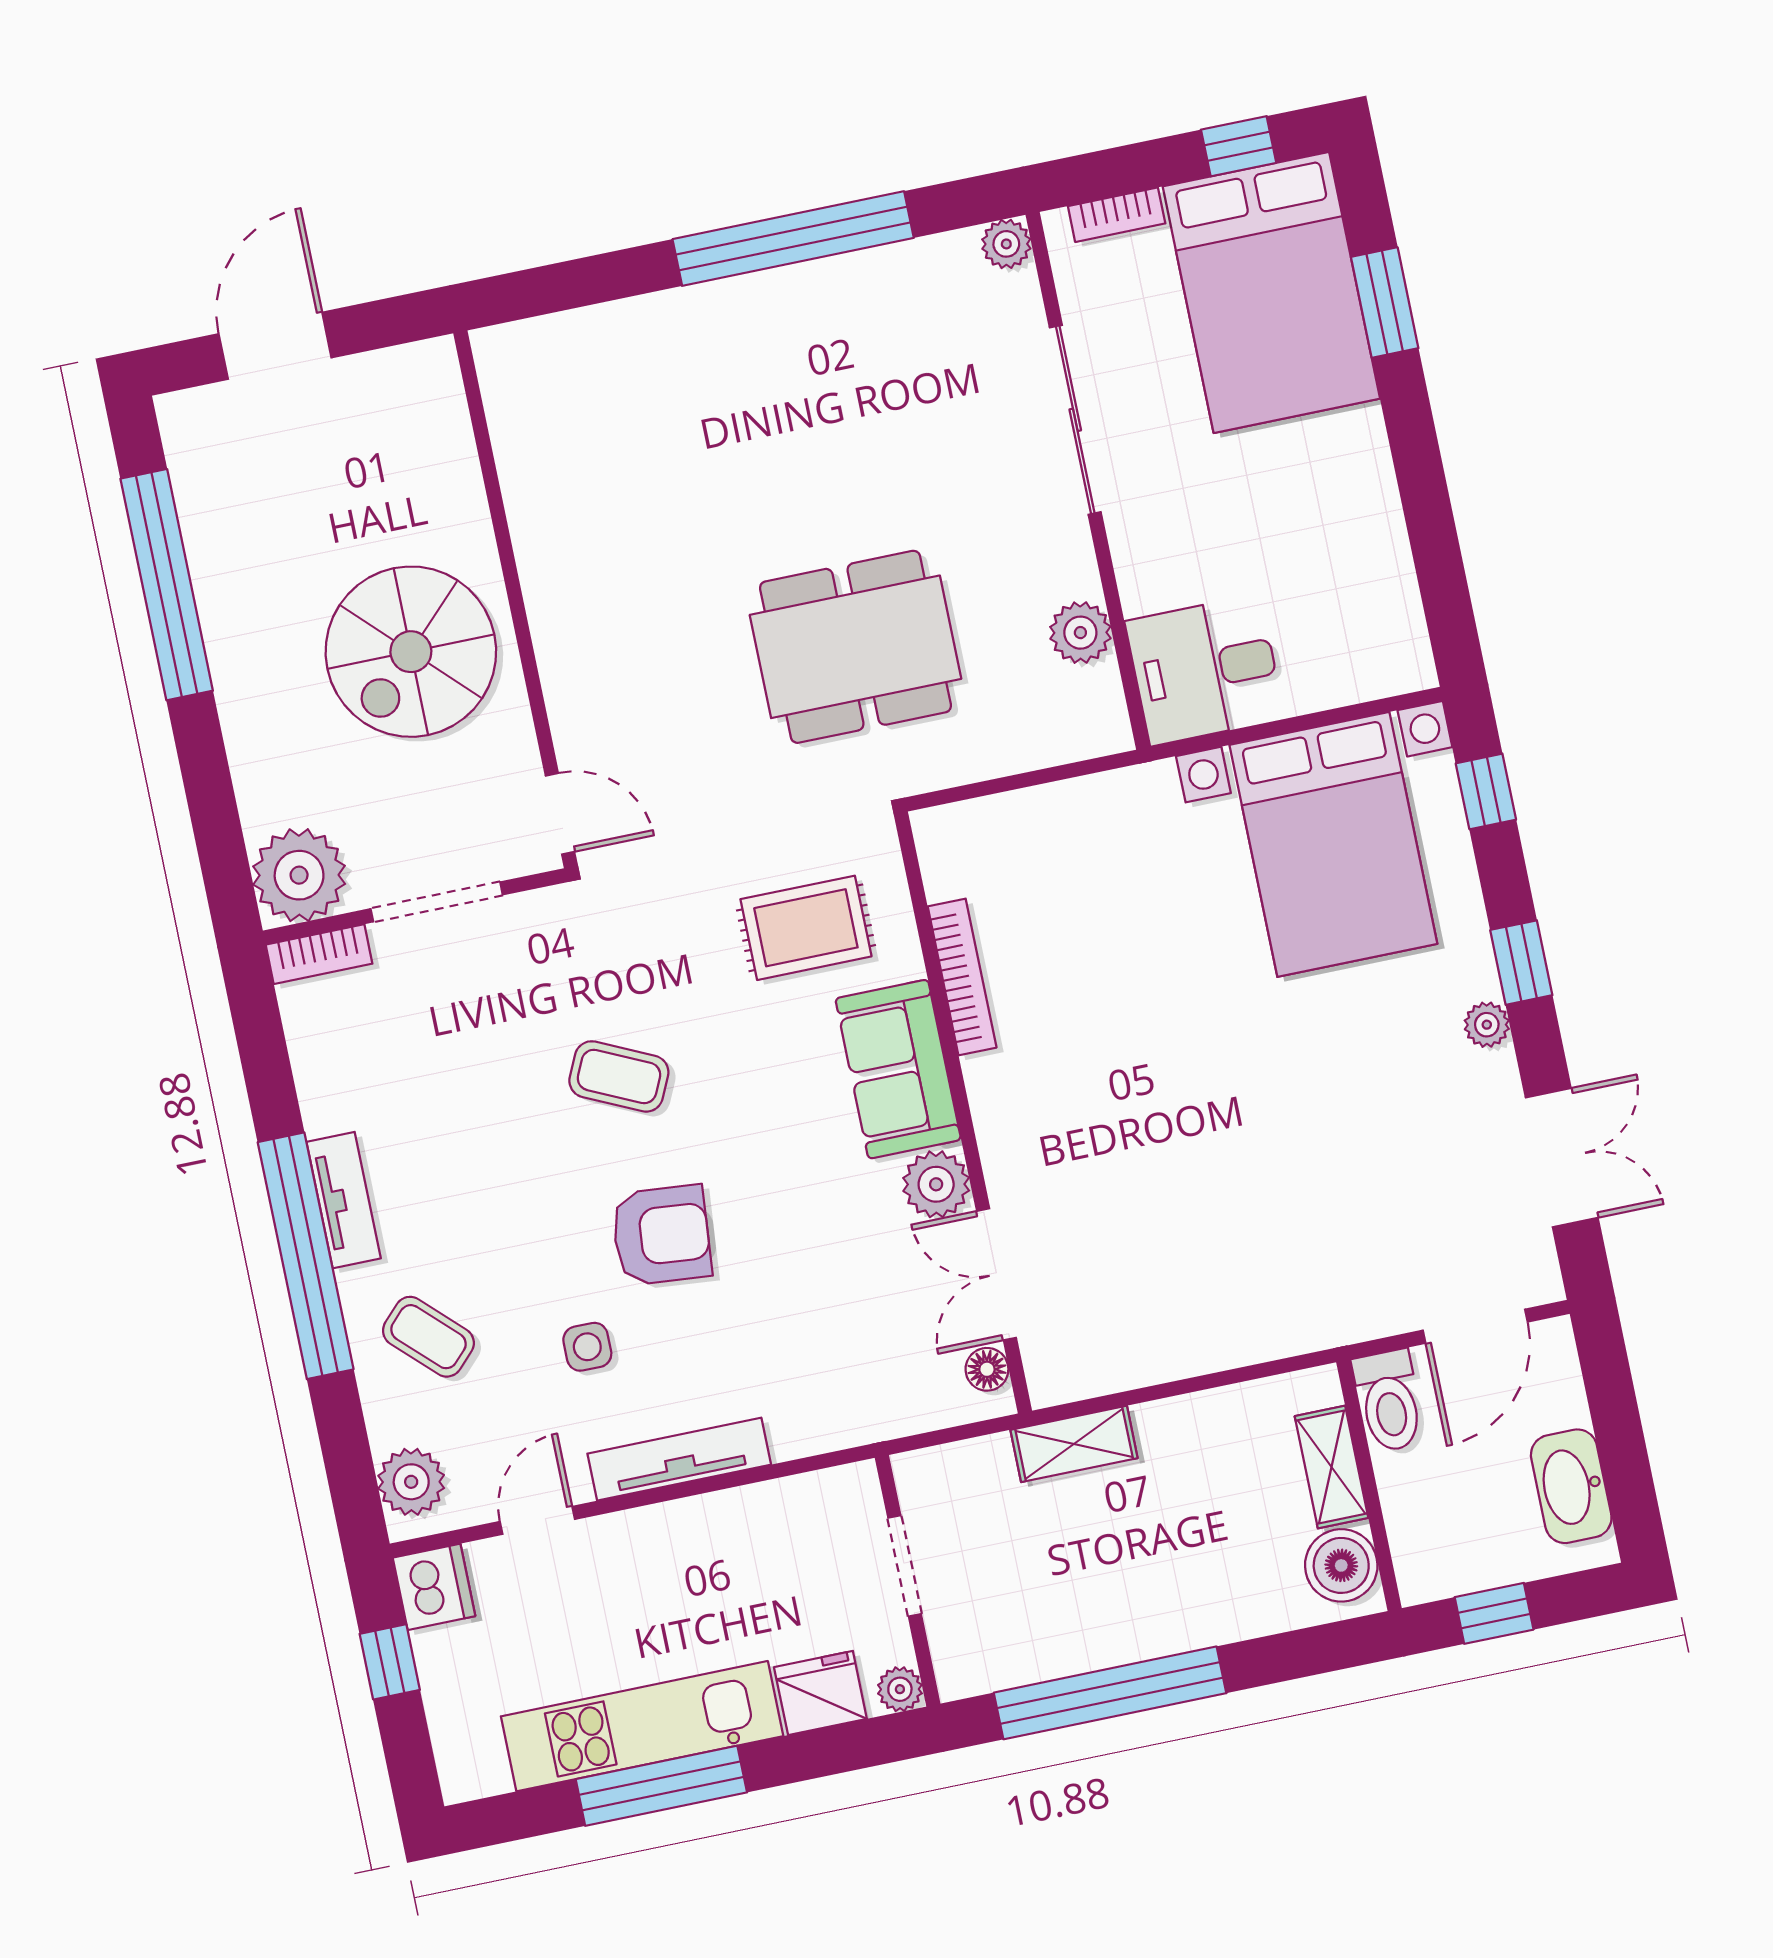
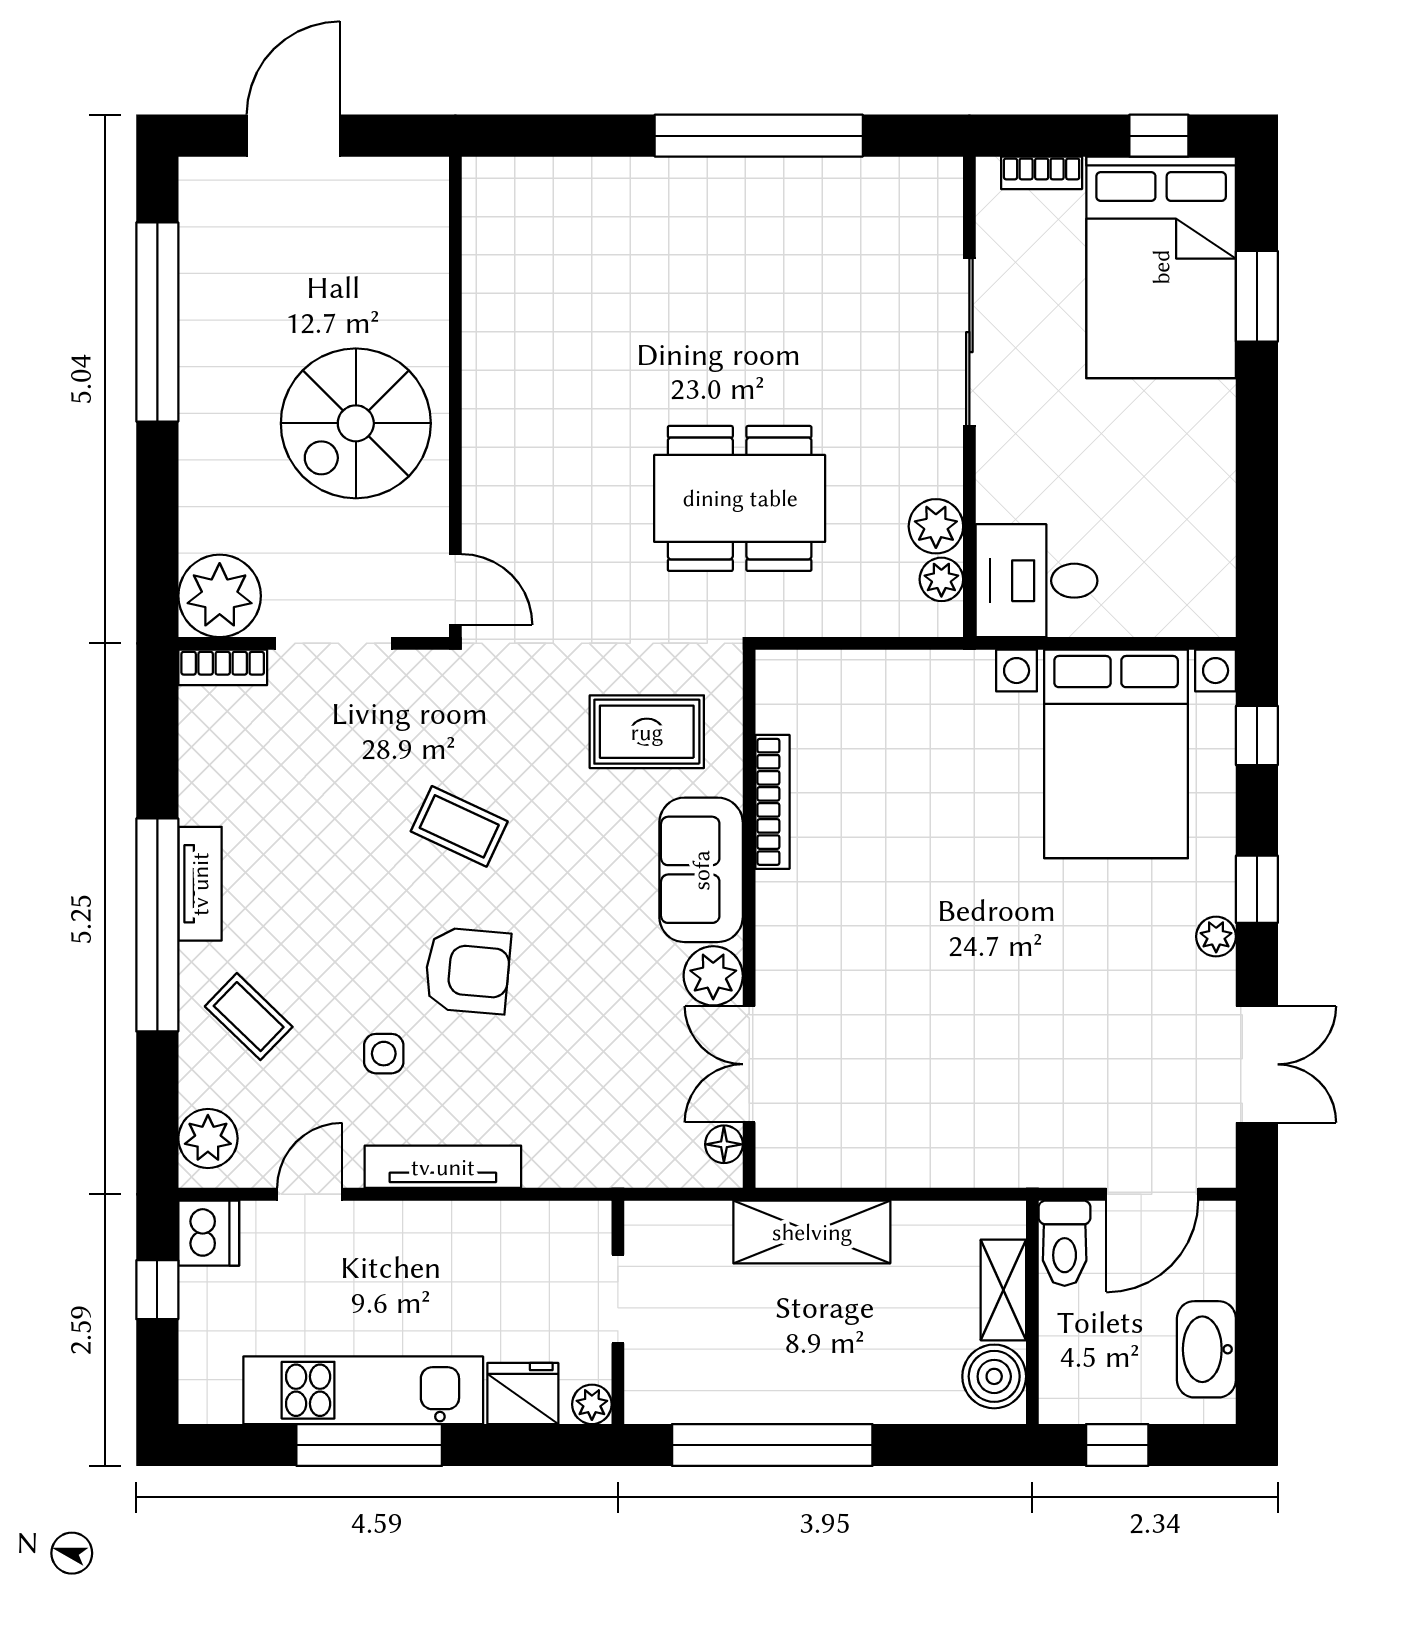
plant: (1006, 244) -> (941, 579), moved
shelving: (1074, 1444) -> (812, 1232), width x1.50, depth x1.33

